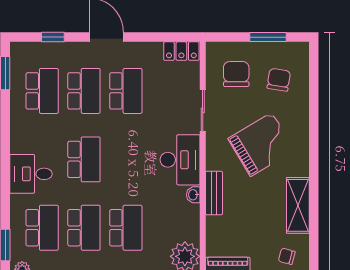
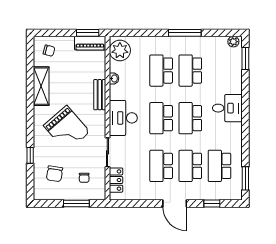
window: (268, 37) -> (76, 204), moved
locker: (181, 51) -> (116, 180), moved, turned 90
chair: (236, 74) -> (84, 178), width x0.54, depth x0.54
window: (314, 106) -> (30, 155), added
grand piano: (261, 144) -> (67, 129), turned -100
washbasin: (193, 195) -> (114, 78), moved
school desk: (42, 228) -> (161, 118), moved

